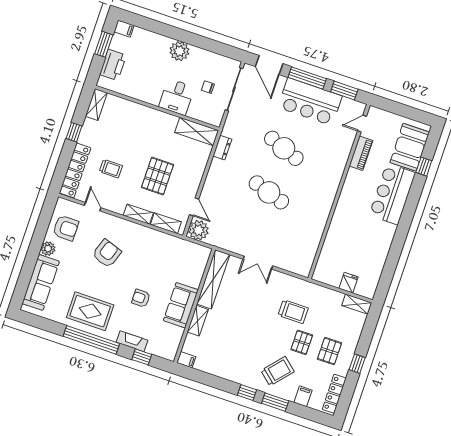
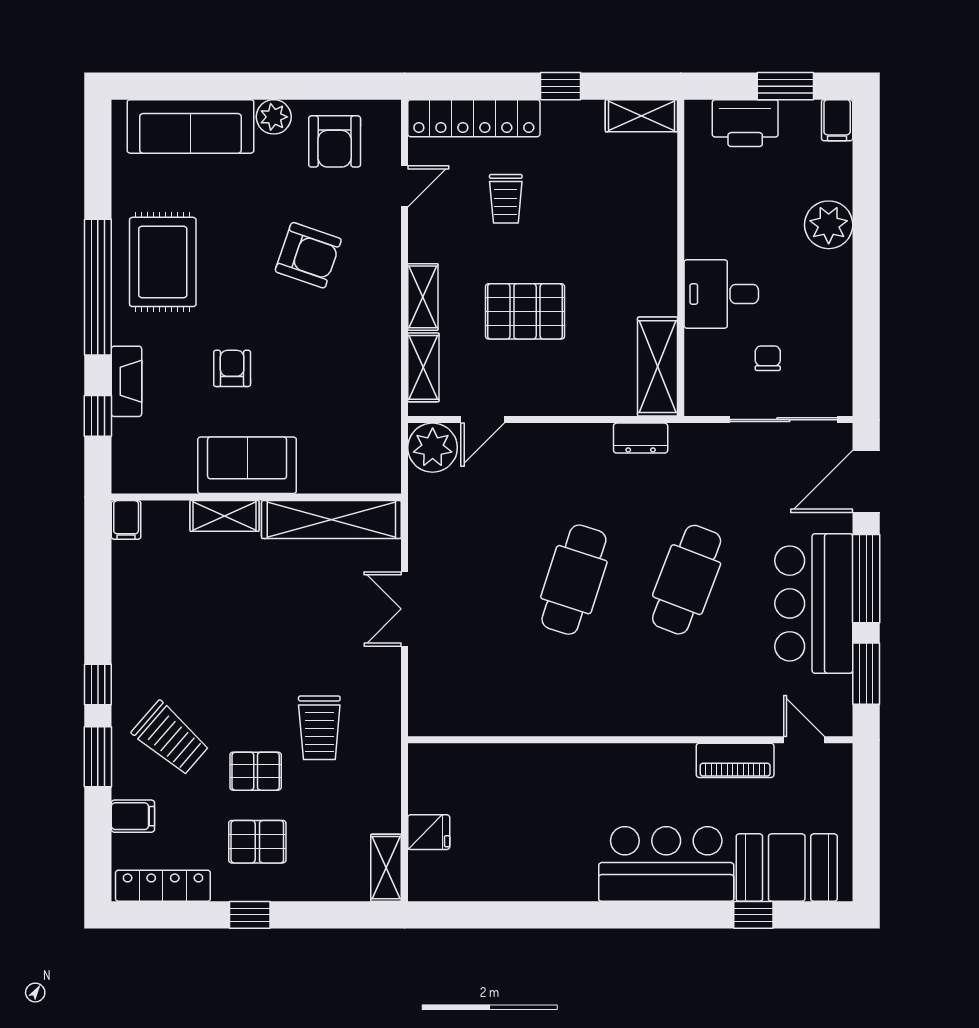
plant: (179, 51) -> (829, 225), moved

